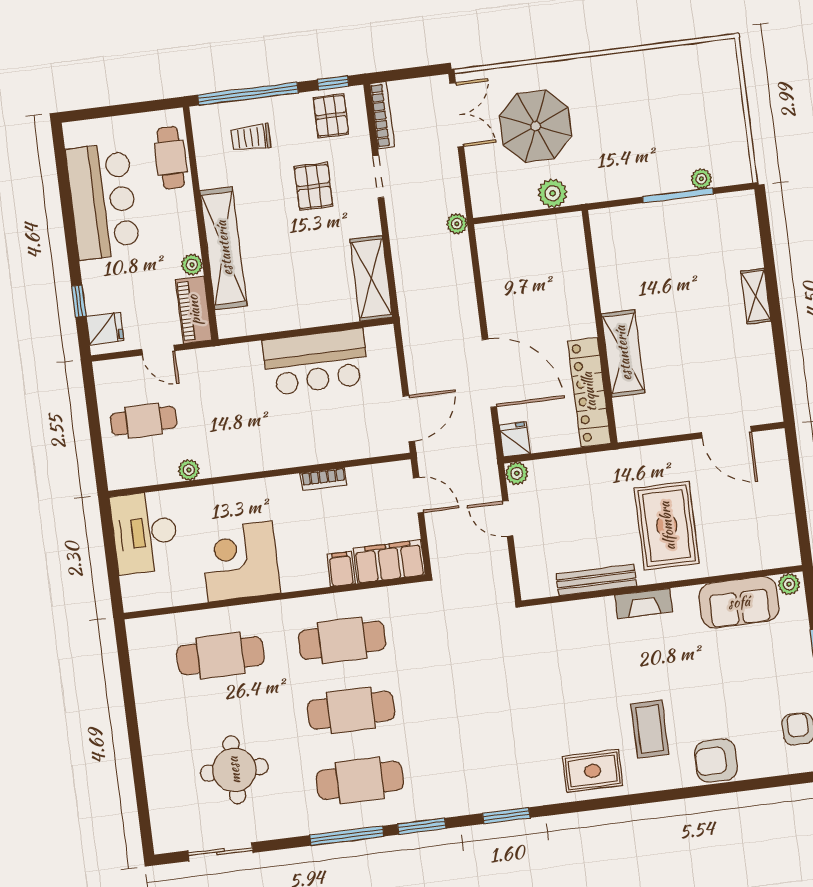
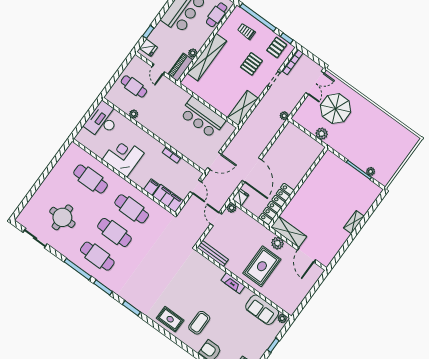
shelving: (623, 353) -> (289, 232), moved, turned 90
plant: (656, 459) -> (277, 243), added
bench: (596, 580) -> (213, 253), moved

